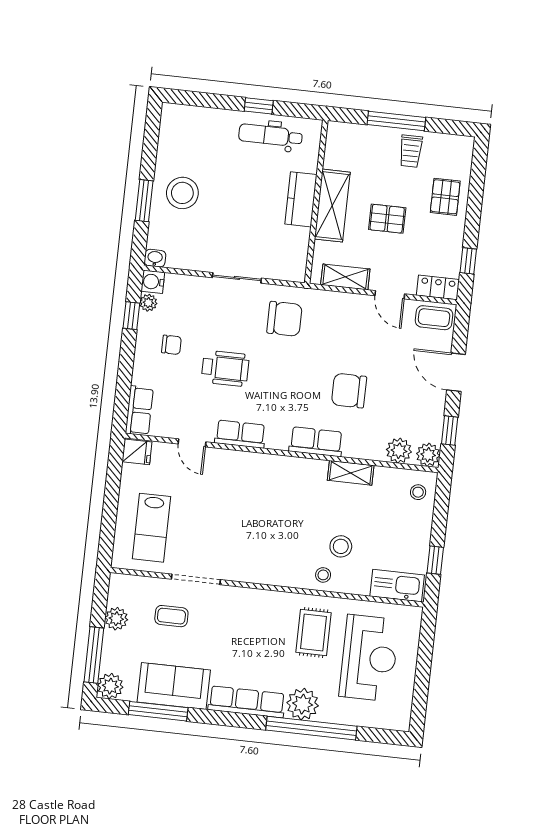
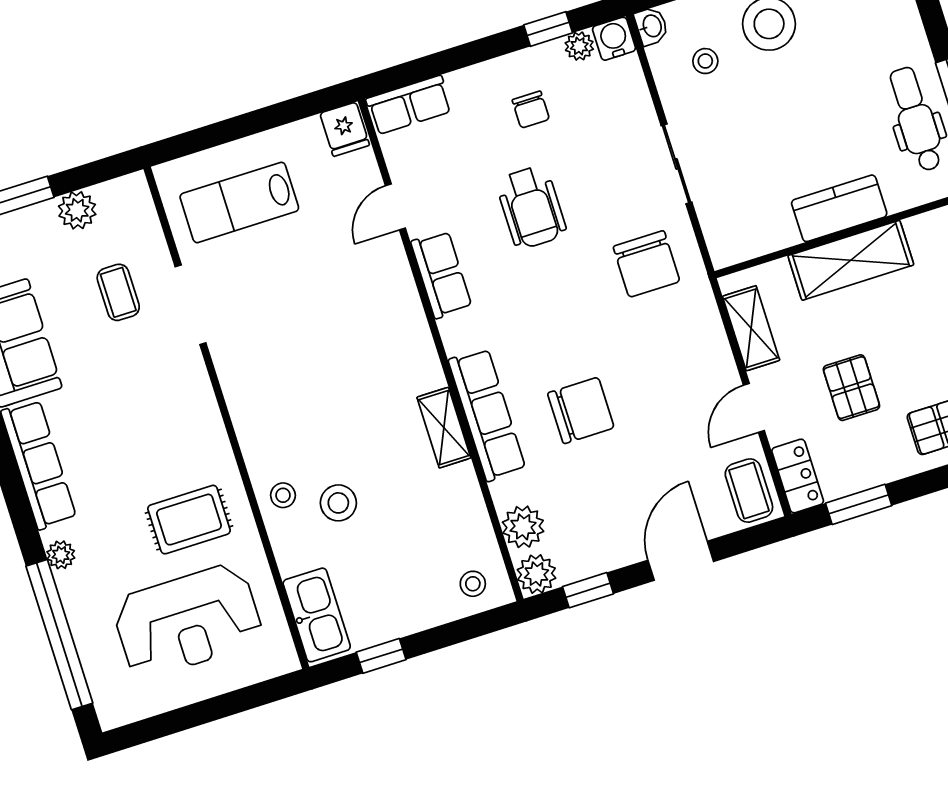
pallet: (387, 219) -> (851, 388), moved
stool: (187, 237) -> (705, 61), added
window: (468, 261) -> (859, 504), width x1.50
chair: (349, 391) -> (581, 410), turned 90
row of seats: (316, 442) -> (487, 415), width x1.48
shelving: (351, 473) -> (444, 428), moved
plant: (303, 704) -> (61, 555), width x0.53, depth x0.53
window: (311, 728) -> (59, 635), moved

